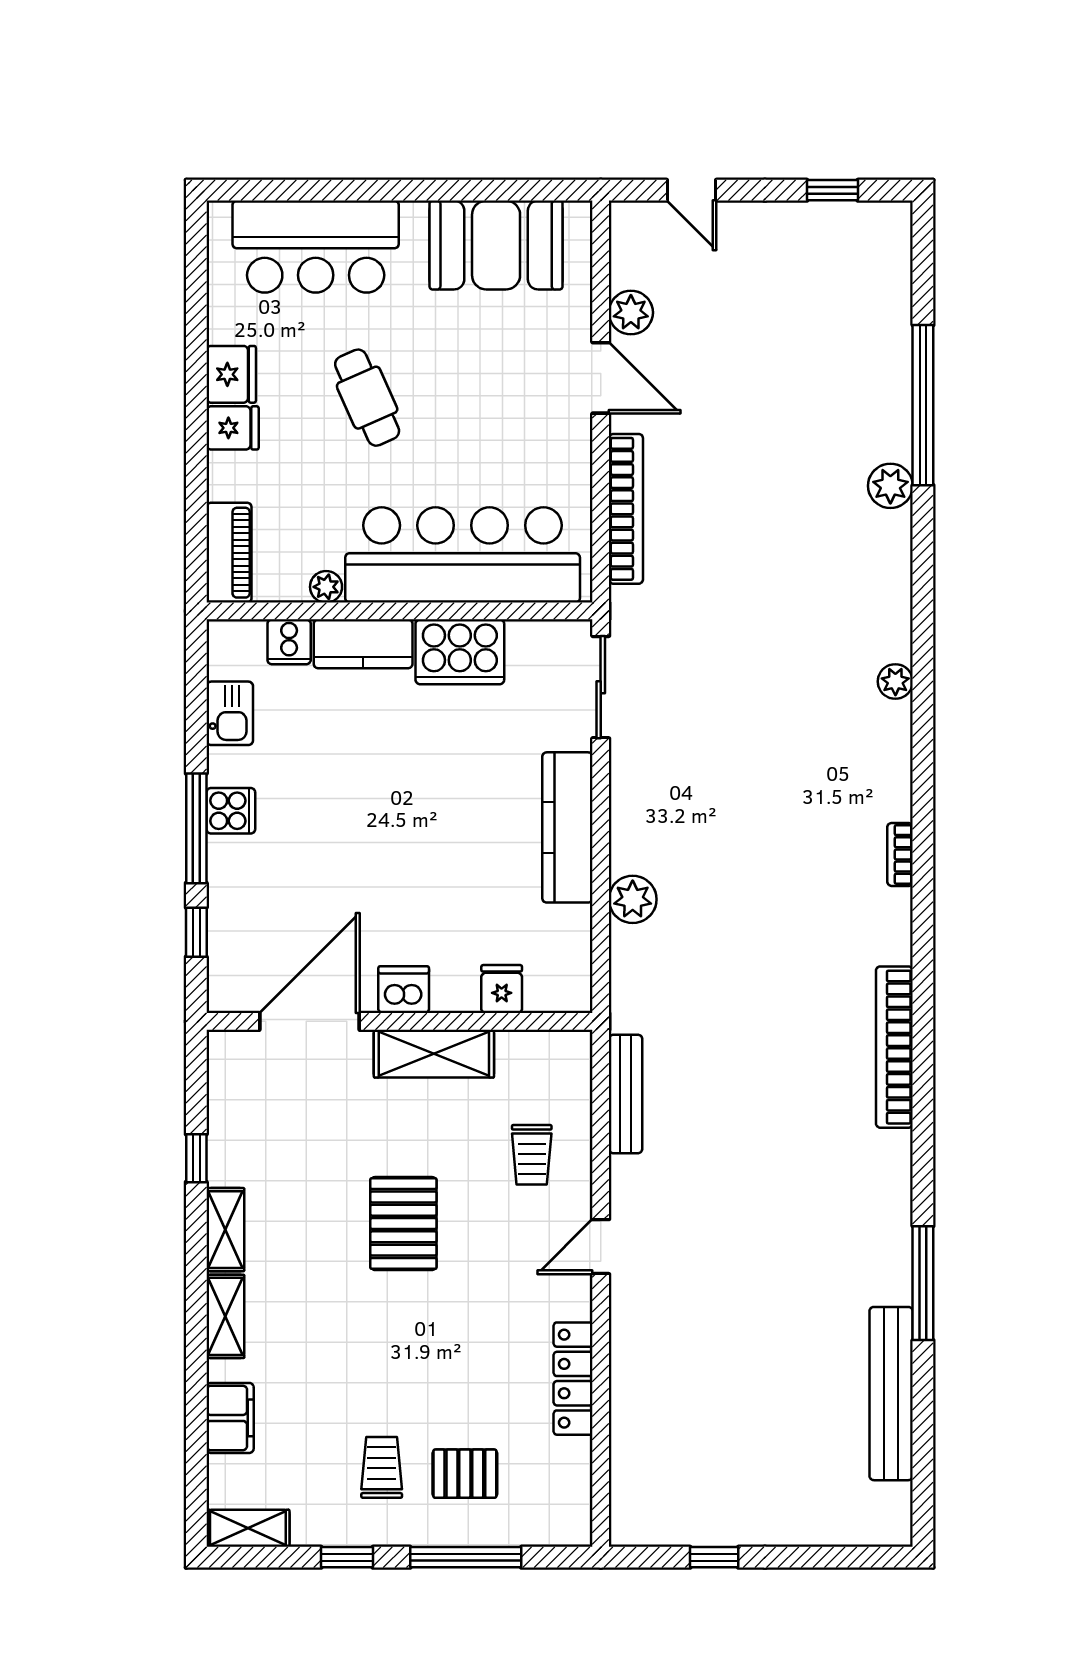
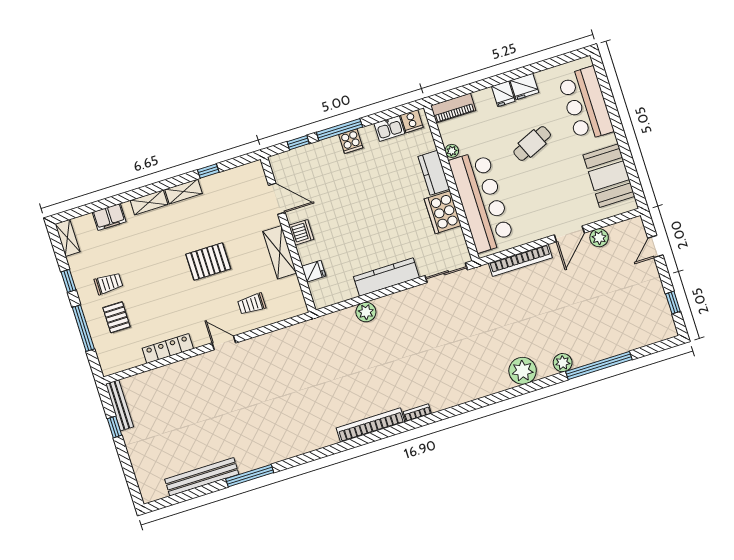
cooker: (289, 642) -> (412, 121), moved, turned -90
plant: (895, 681) -> (523, 371), moved, width x1.88, depth x1.88
door: (309, 1021) -> (277, 199), width x0.73
bookcase: (894, 1047) -> (371, 425), moved
bench: (626, 1094) -> (119, 405), moved, turned 90

